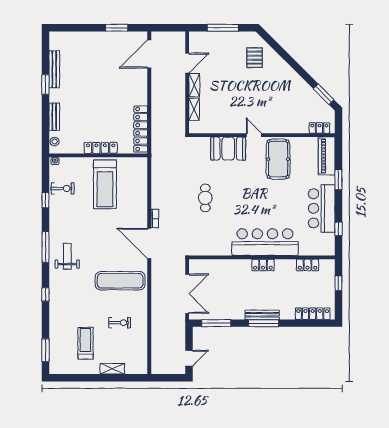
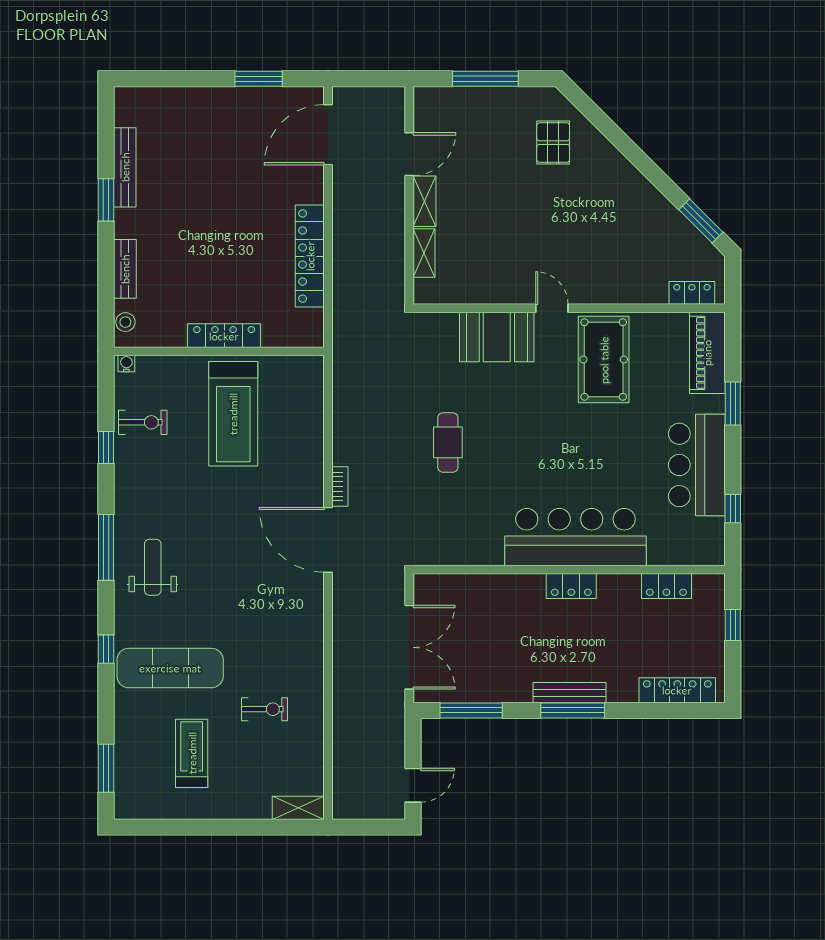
locker: (141, 129) -> (310, 256), moved
exercise mat: (120, 281) -> (170, 668), moved
shelving: (112, 369) -> (298, 808), moved

